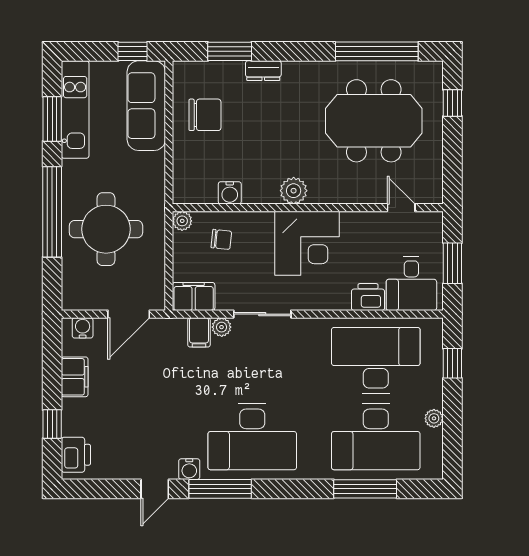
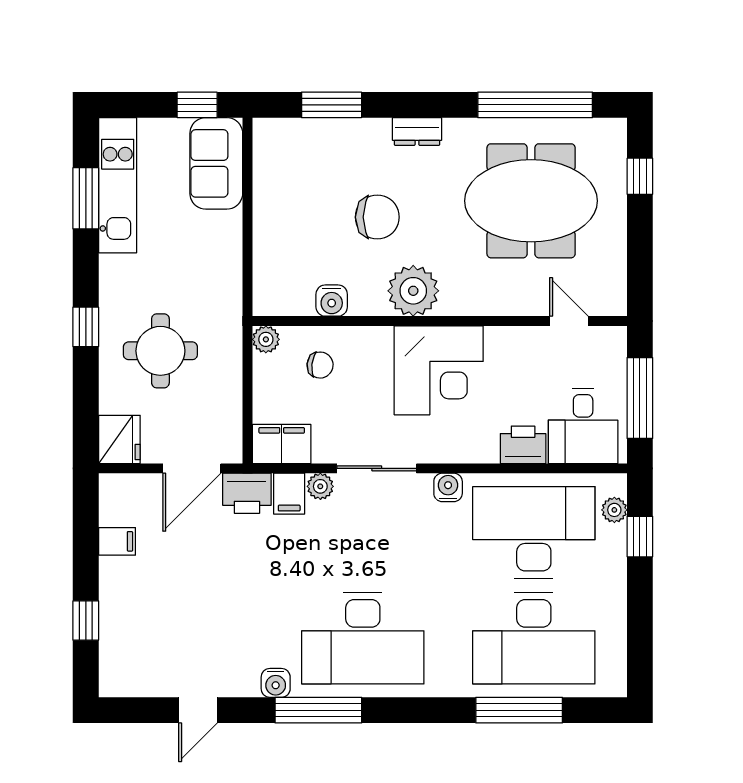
dresser: (263, 71) -> (417, 131), moved
sofa: (146, 106) -> (216, 163), width x0.73
chair: (205, 115) -> (377, 217), moved
plant: (294, 191) -> (413, 291), width x1.36, depth x1.36
window: (52, 212) -> (86, 327), width x0.32
round table: (106, 229) -> (160, 351), width x0.73, depth x0.73
window: (452, 263) -> (640, 398), width x1.44
fridge: (76, 293) -> (119, 439), added
water cooler: (83, 328) -> (448, 487), moved
filing cabinet: (75, 377) -> (117, 541), width x0.50
plant: (434, 418) -> (614, 510), moved
printer: (76, 455) -> (247, 493), moved, turned 90
door: (155, 489) -> (198, 710), moved

